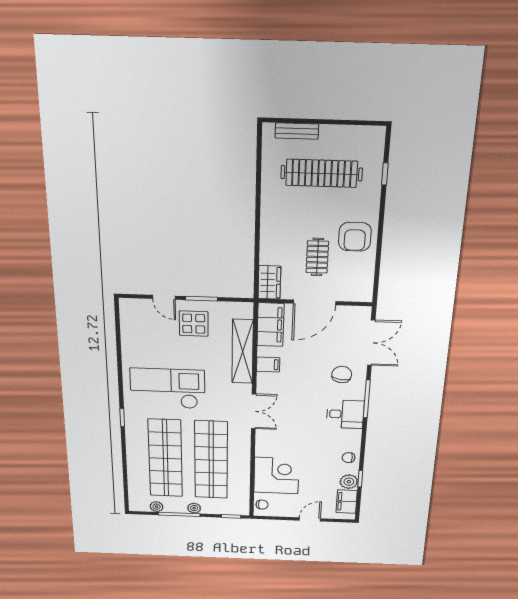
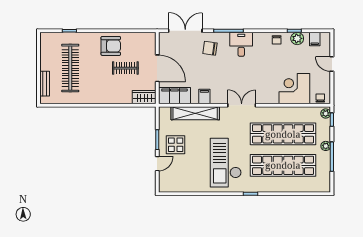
filing cabinet: (347, 502) -> (315, 39), width x0.50
plant: (156, 507) -> (326, 114), moved

